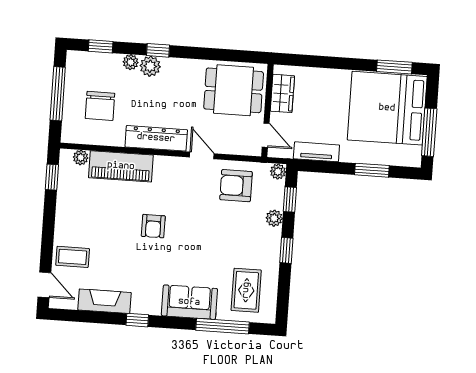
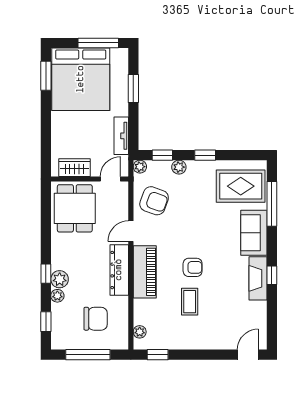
piano: (121, 166) -> (145, 272), moved
armchair: (236, 186) -> (154, 201), turned -70
coffee table: (73, 257) -> (190, 302), moved
rug: (246, 290) -> (241, 186), width x1.36, depth x1.43
fireplace: (105, 301) -> (258, 278), moved

